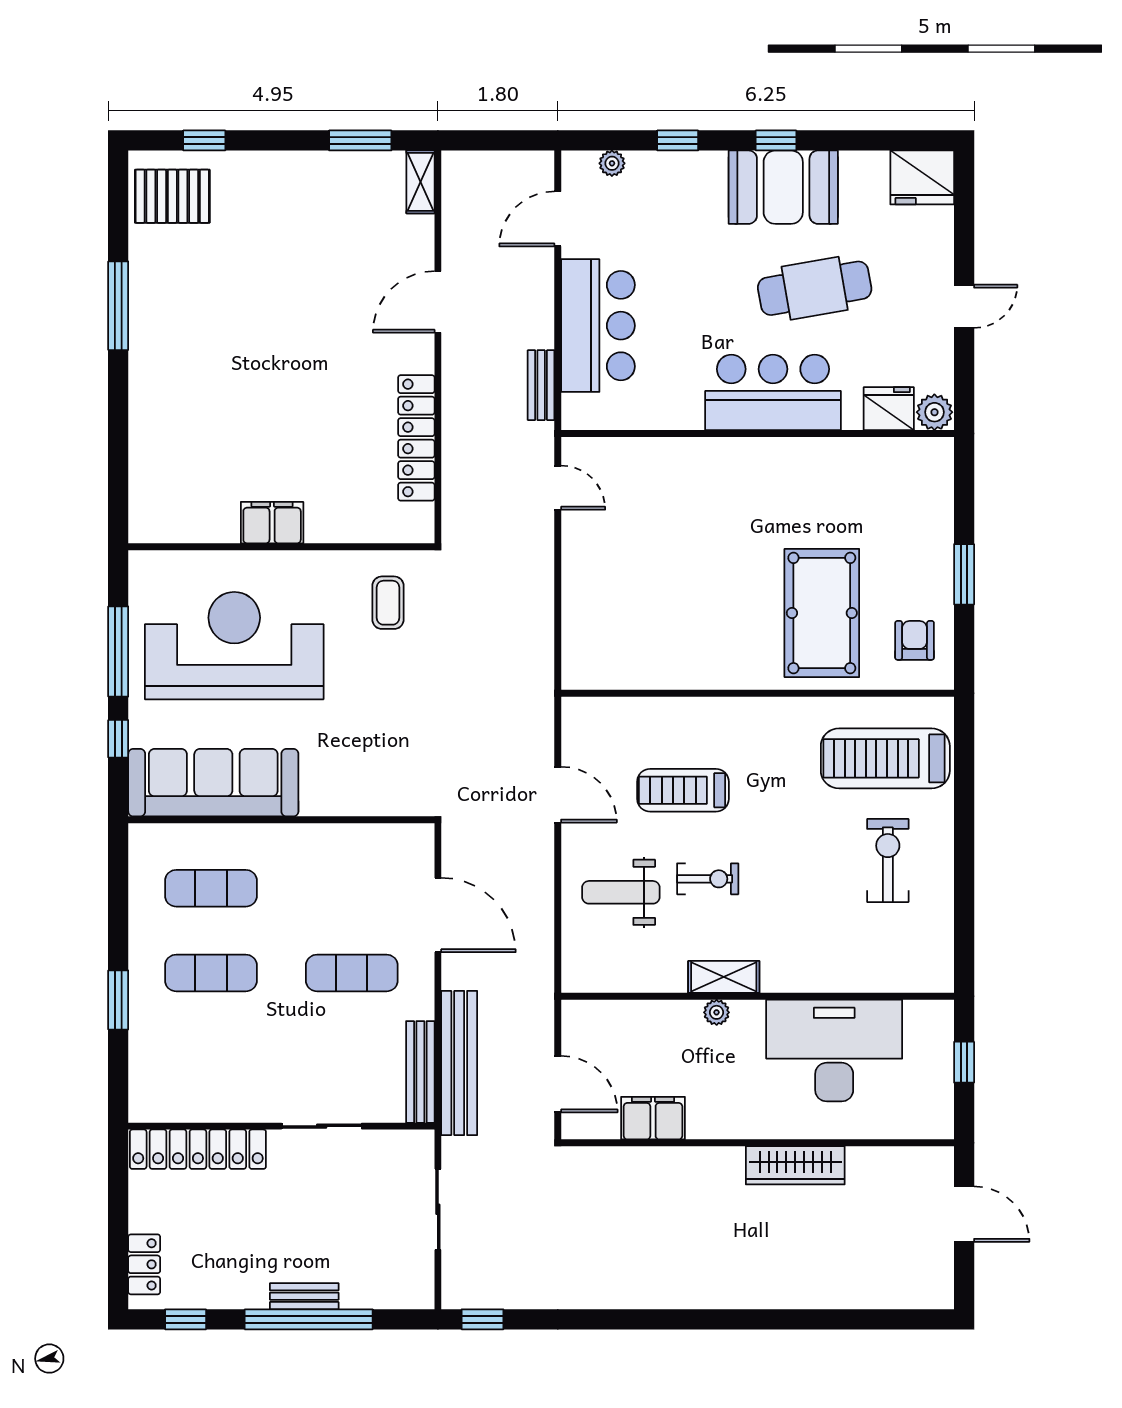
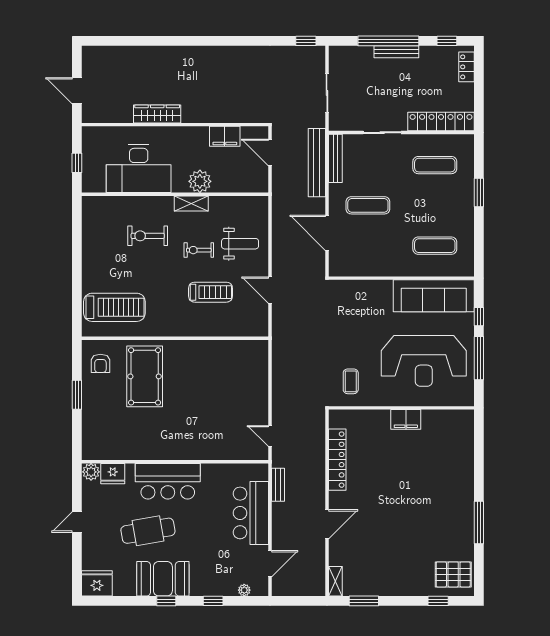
exercise bike: (888, 861) -> (148, 236), moved, turned 90
exercise mat: (211, 973) -> (435, 165), moved
plant: (717, 1012) -> (200, 181), width x1.87, depth x1.87
bench: (304, 1296) -> (396, 52), width x1.36

